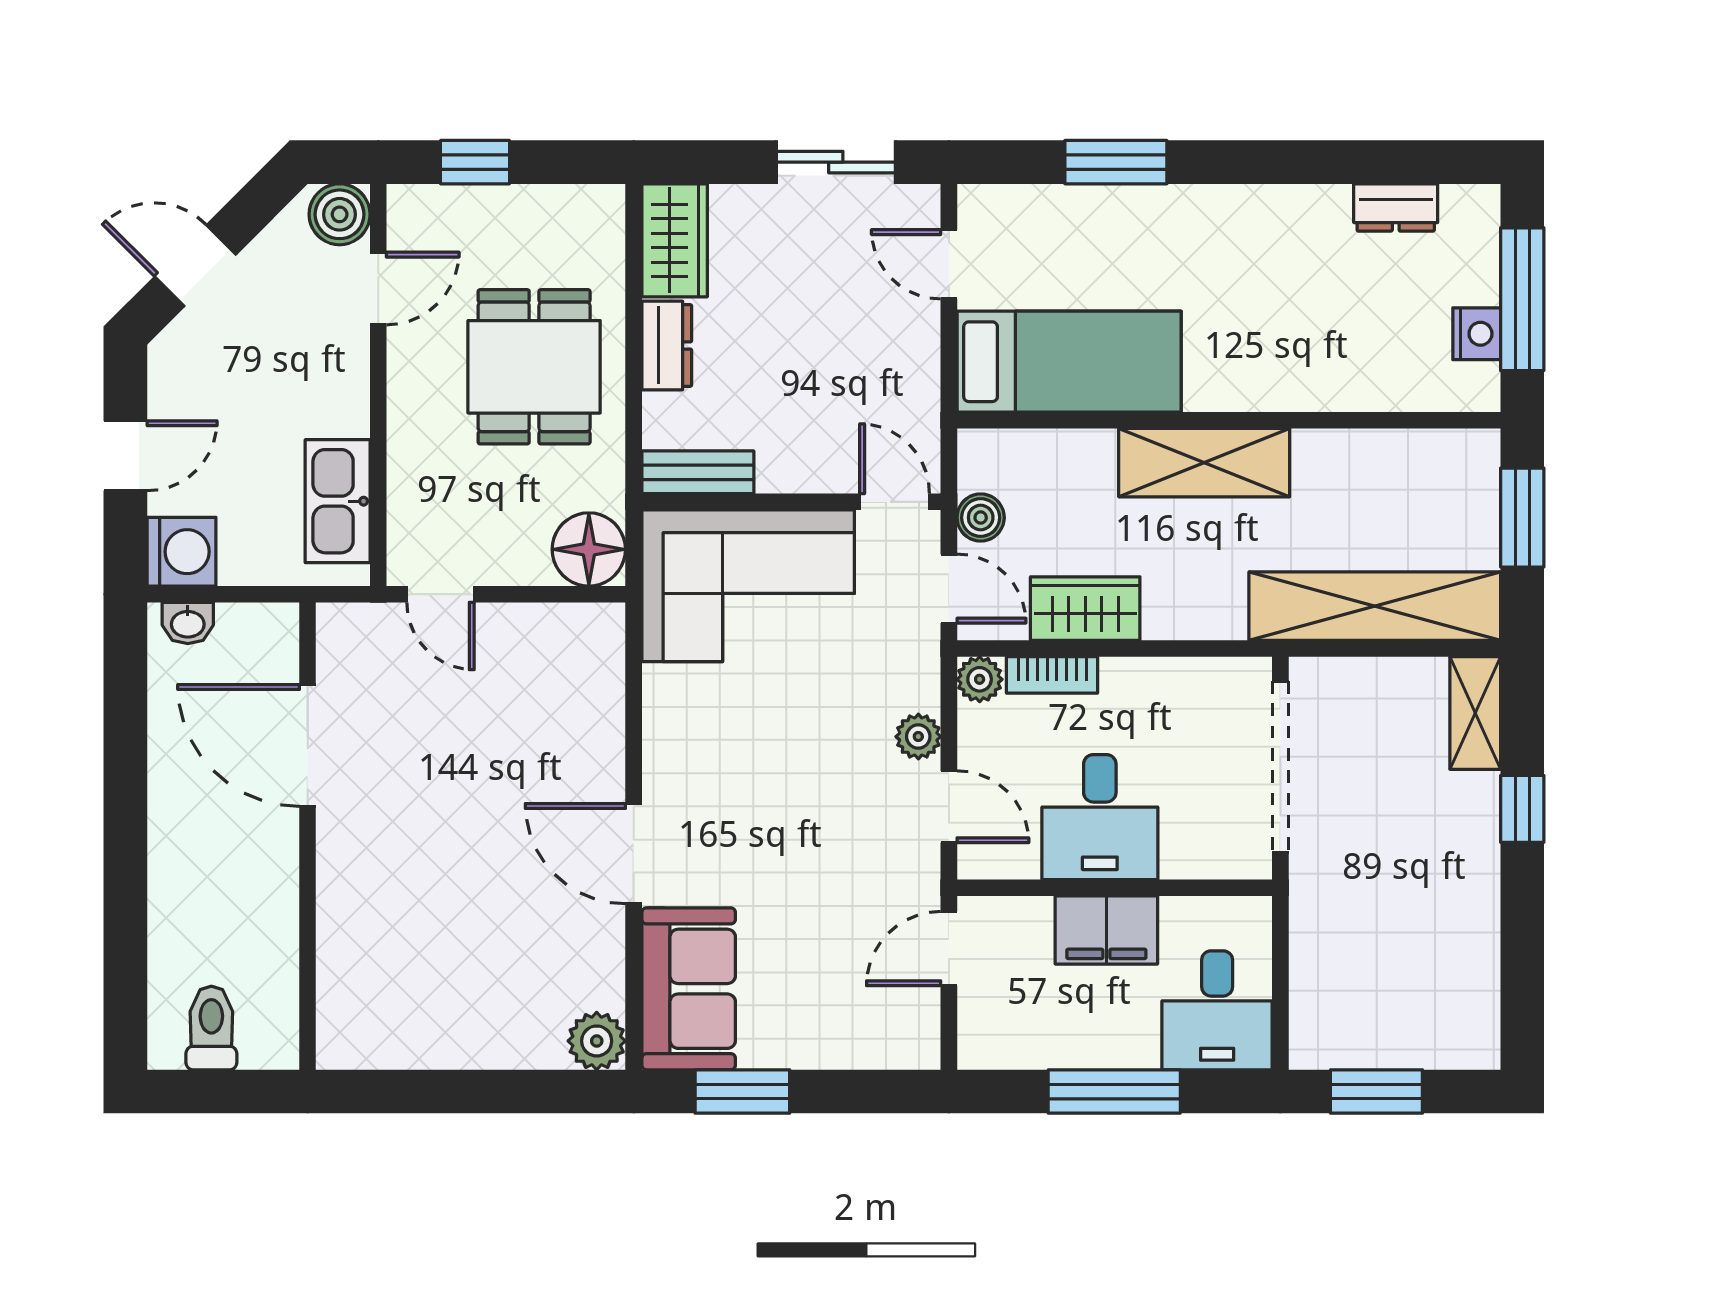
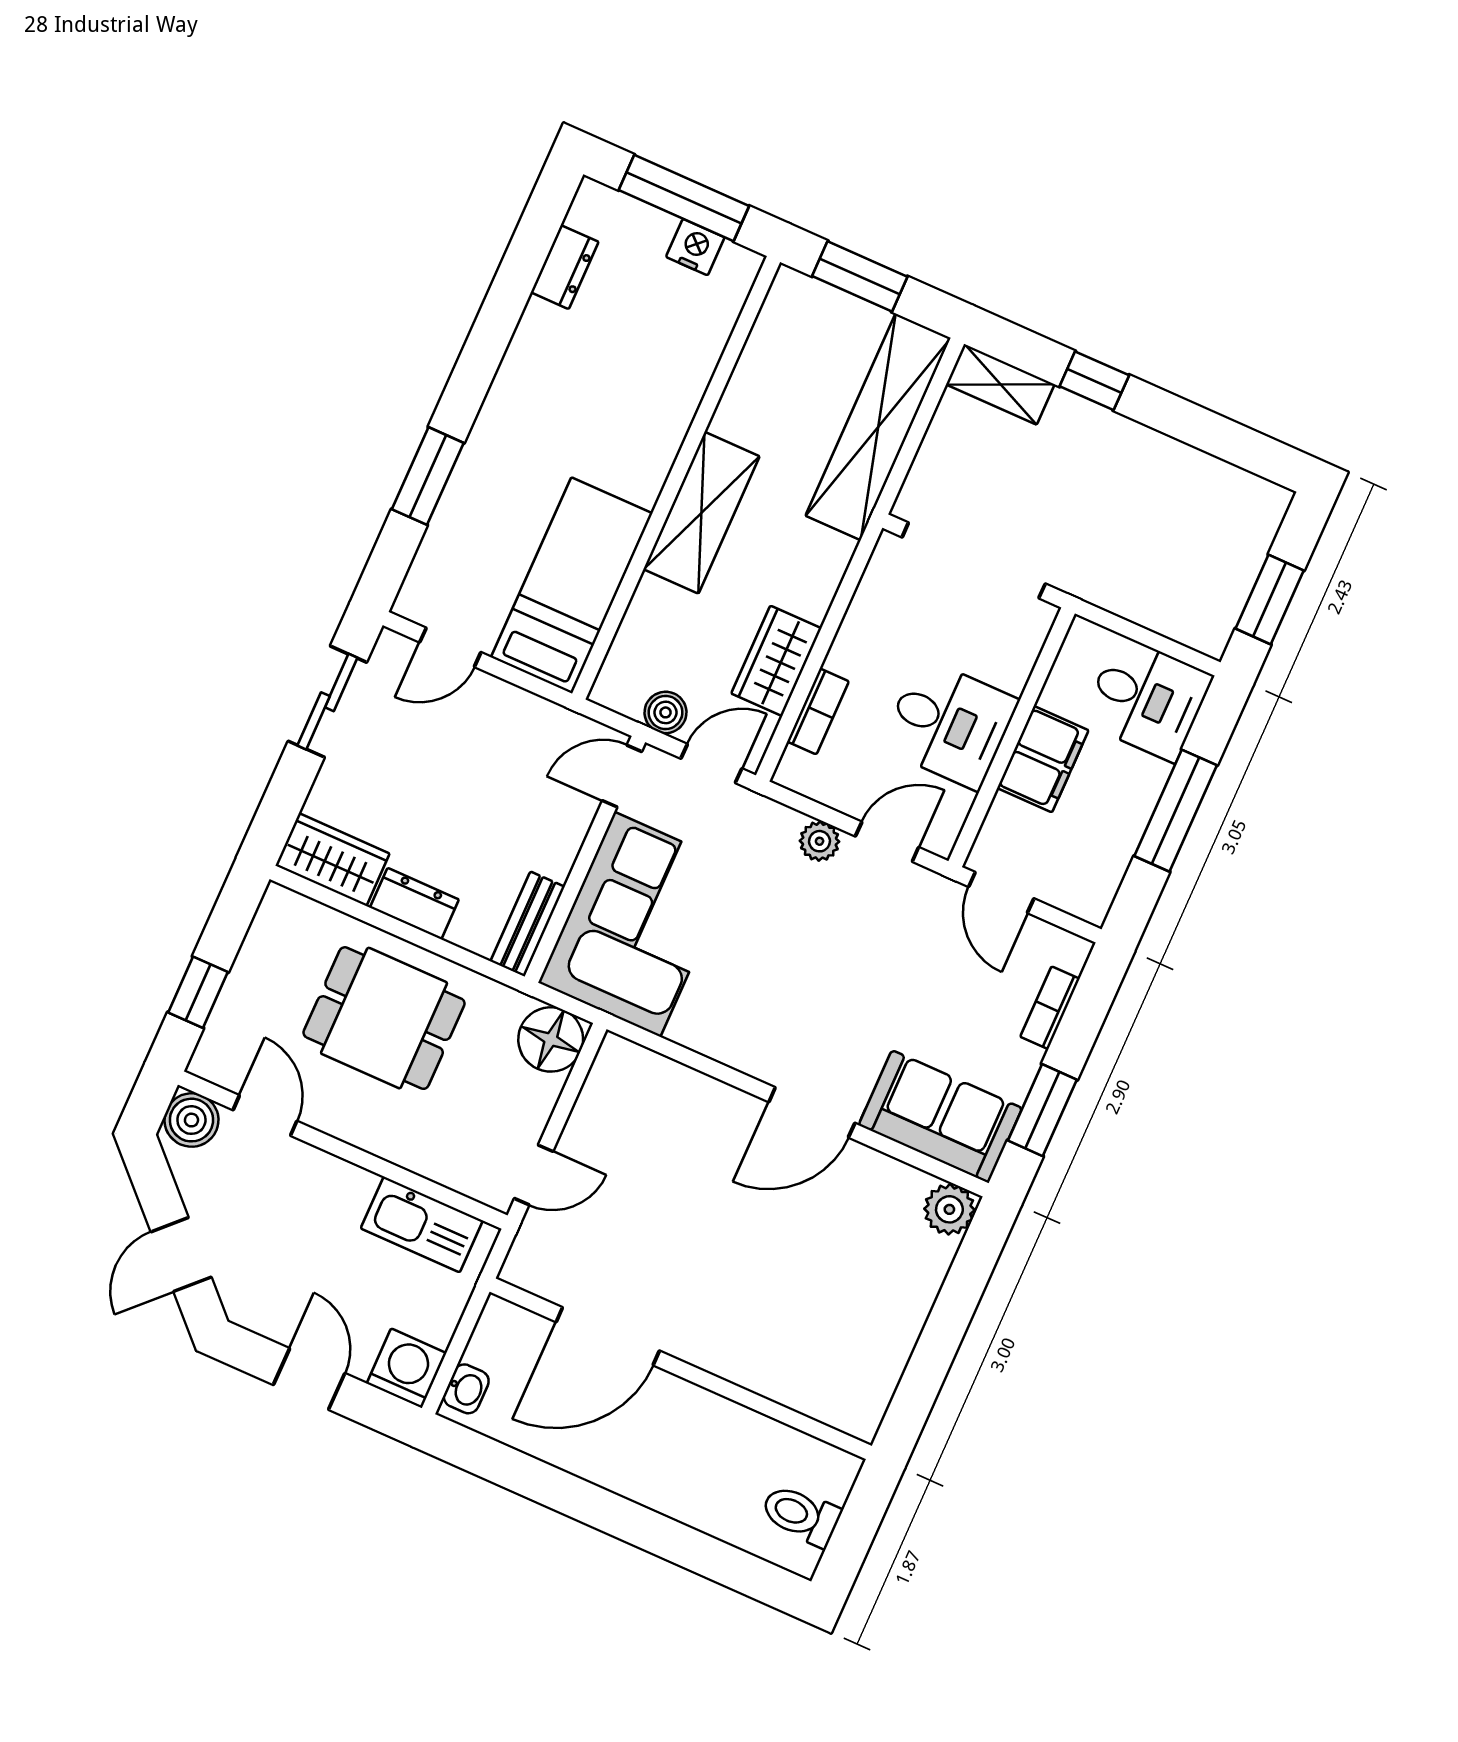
plant: (980, 679) -> (795, 771), removed
bookcase: (852, 1052) -> (1050, 1008), added

